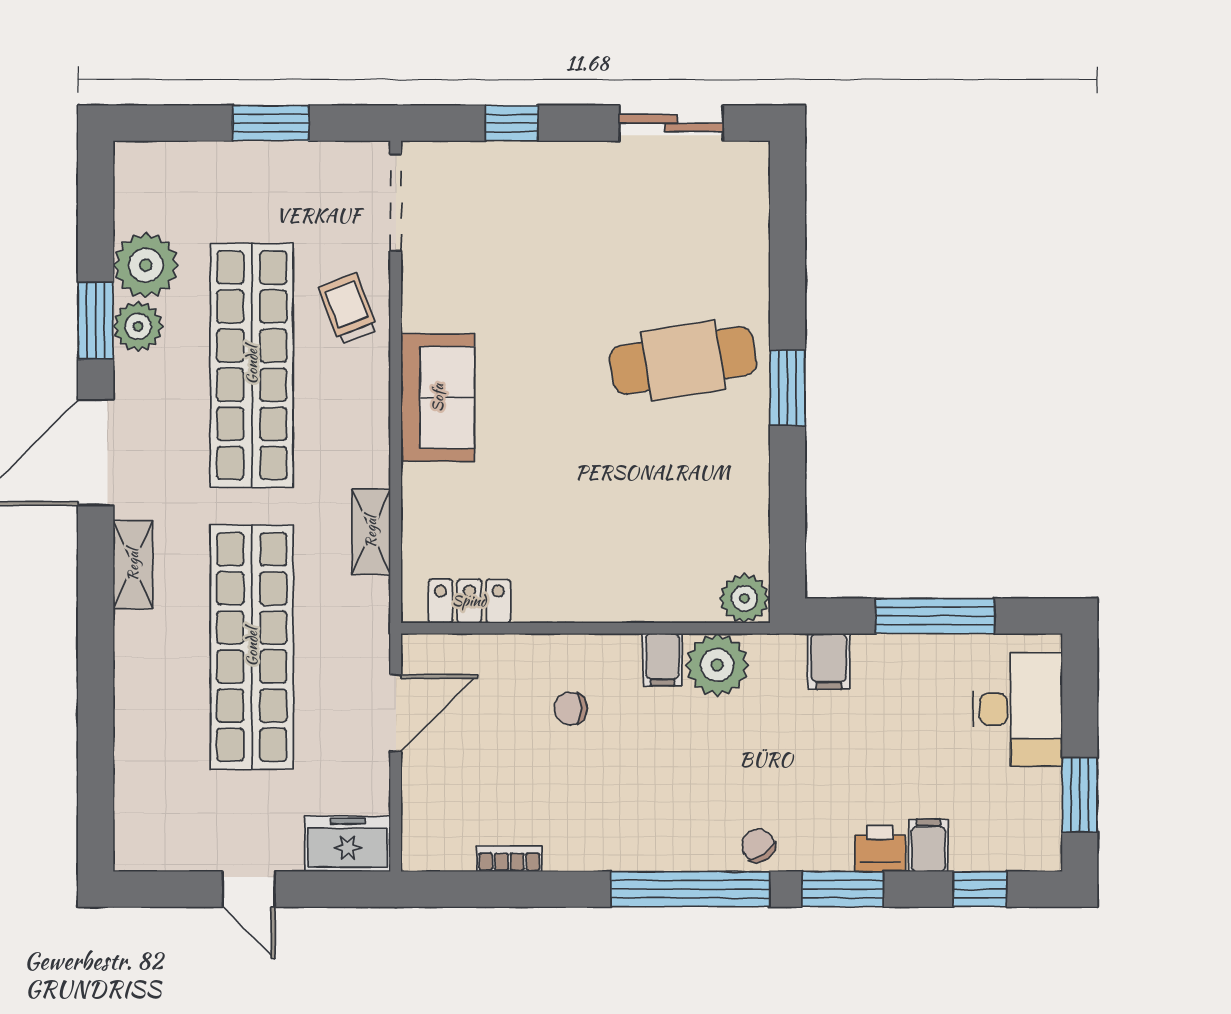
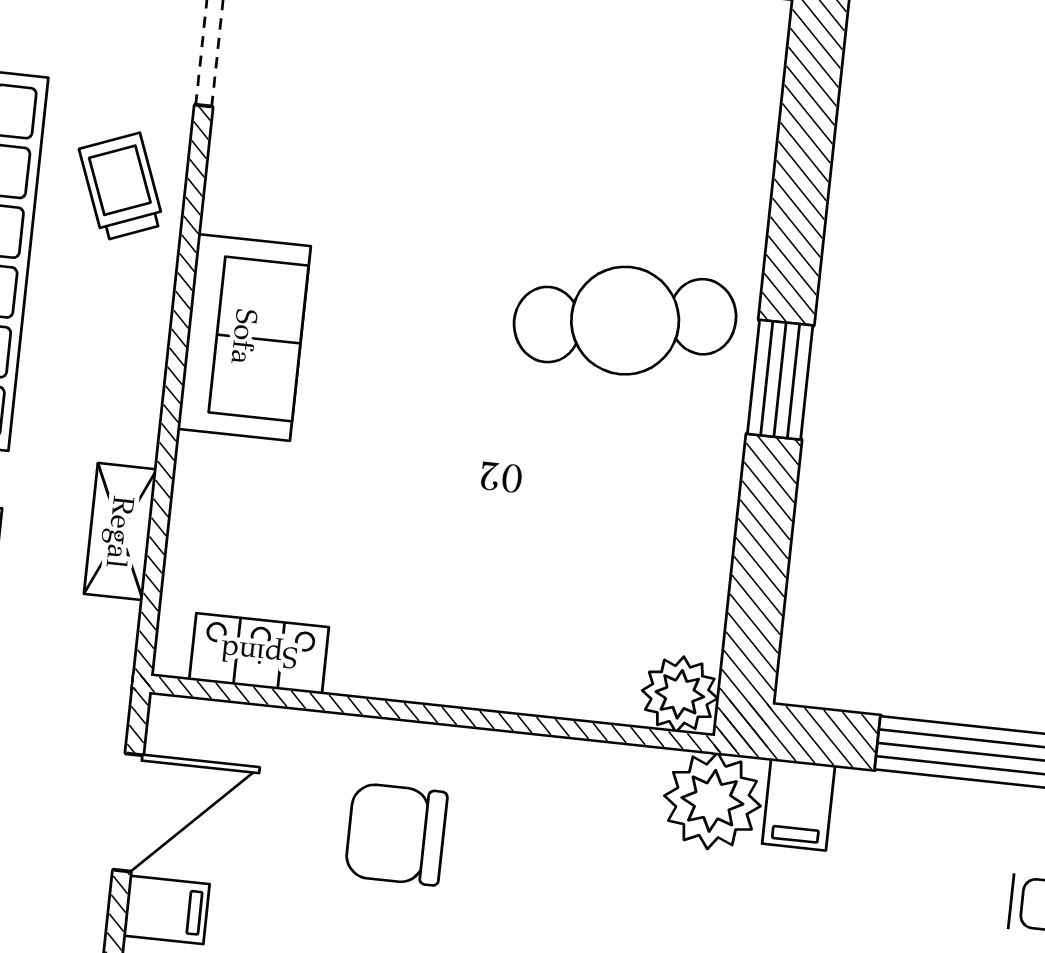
filing cabinet: (662, 660) -> (166, 910), moved, turned -90
plant: (717, 665) -> (712, 801), moved
chair: (570, 708) -> (396, 834), width x1.87, depth x1.87

